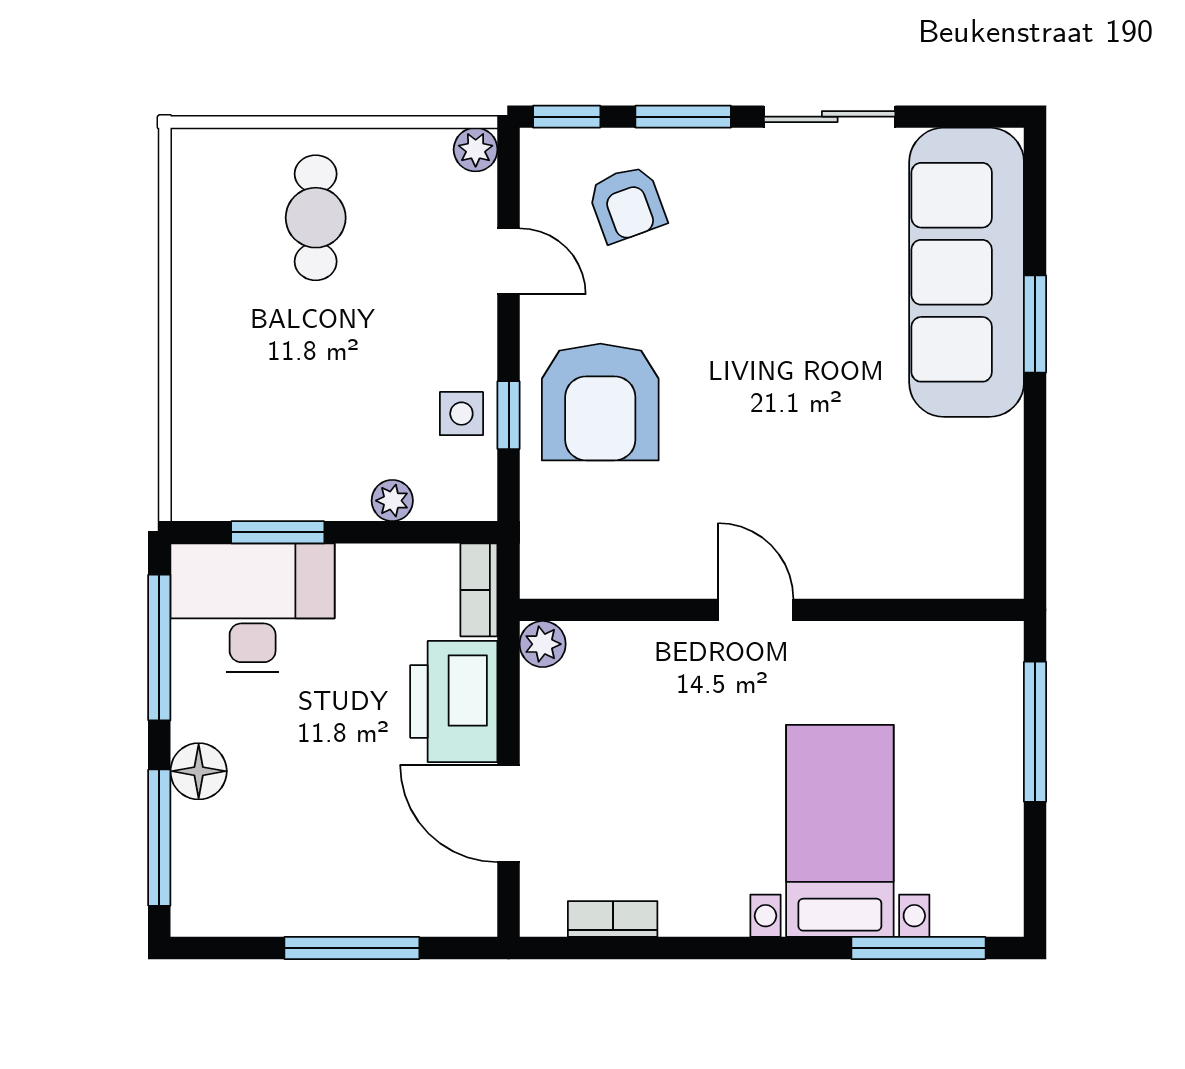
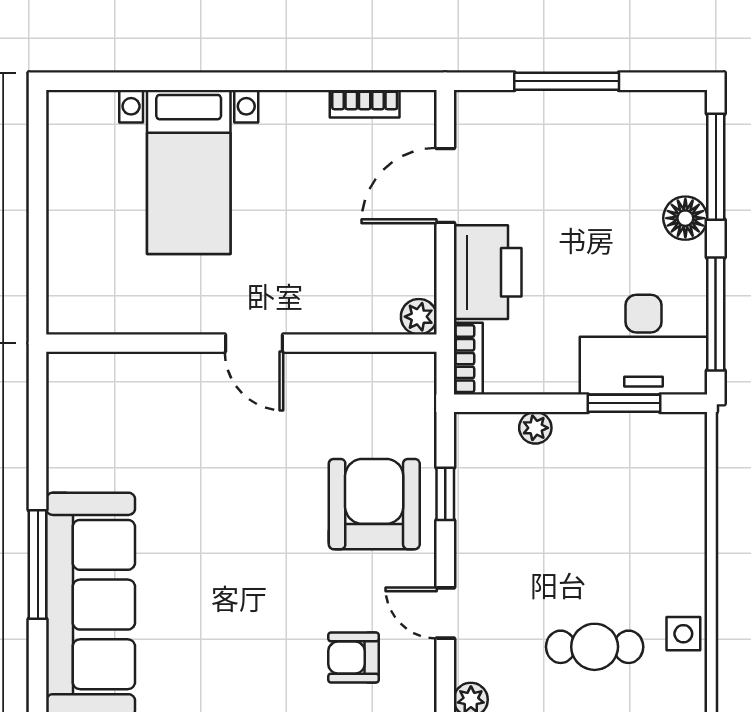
armchair: (627, 204) -> (354, 658), turned -70
cafe table: (316, 218) -> (595, 647), turned 90
window: (1035, 324) -> (38, 565), width x1.44
side table: (461, 414) -> (683, 634), moved
window: (1035, 732) -> (38, 249), removed
door: (509, 813) -> (445, 186), swing flipped
window: (918, 948) -> (128, 81), removed

